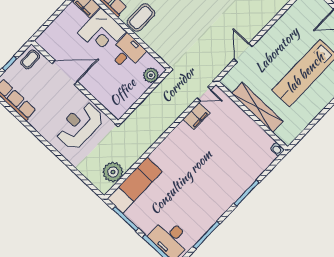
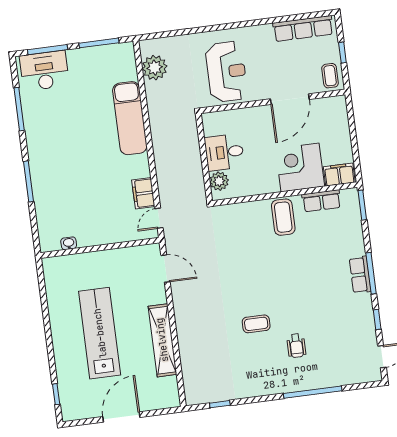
desk: (127, 52) -> (224, 152), moved, turned 90
door: (243, 53) -> (165, 269), moved
shelving: (257, 107) -> (162, 340), moved, turned 90
washbasin: (277, 149) -> (69, 243), moved
exam couch: (135, 185) -> (130, 118), moved

